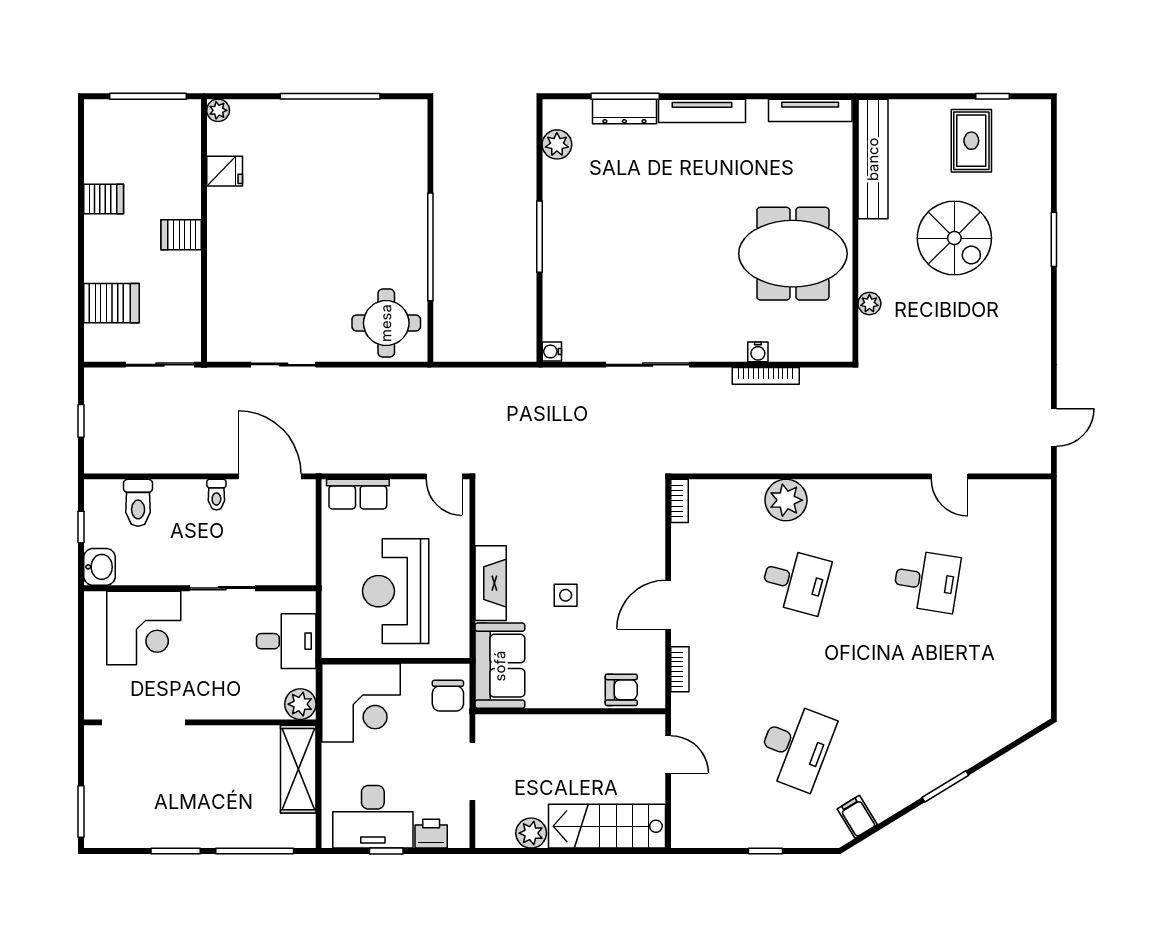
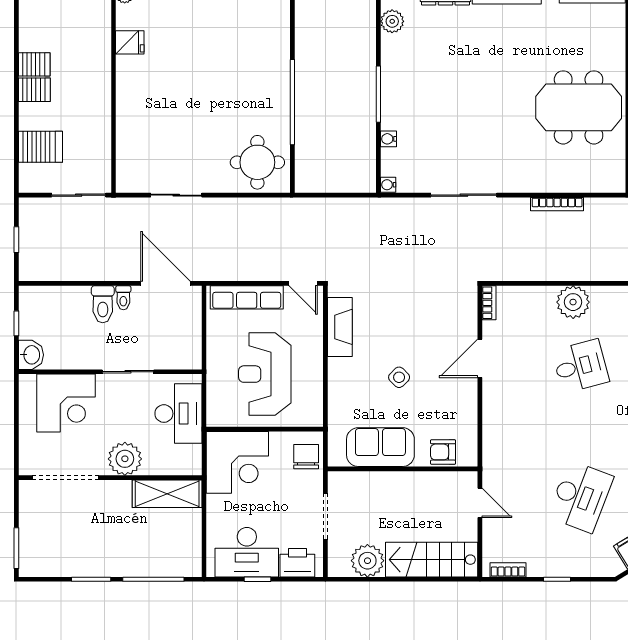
server rack: (181, 235) -> (34, 90), moved, turned 180
water cooler: (758, 352) -> (389, 139), moved, turned 90
row of seats: (358, 494) -> (247, 297), width x1.48
toilet: (138, 503) -> (103, 304), moved
desk: (795, 581) -> (581, 366), turned -30
fireplace: (491, 583) -> (340, 327), moved
side table: (566, 595) -> (399, 377), turned 45
door: (668, 605) -> (480, 358), moved
desk: (286, 641) -> (178, 414), width x1.37
sofa: (500, 666) -> (380, 447), moved, turned -90
bookcase: (680, 669) -> (508, 570), moved, turned -90
armchair: (621, 690) -> (443, 452), turned 180
chair: (448, 696) -> (306, 457), turned 180
plant: (300, 704) -> (125, 459), moved, width x1.36, depth x1.36
shelving: (298, 769) -> (167, 494), moved, turned 90
plant: (531, 833) -> (367, 561), width x1.36, depth x1.36
printer: (431, 834) -> (297, 563), width x1.36, depth x1.24

